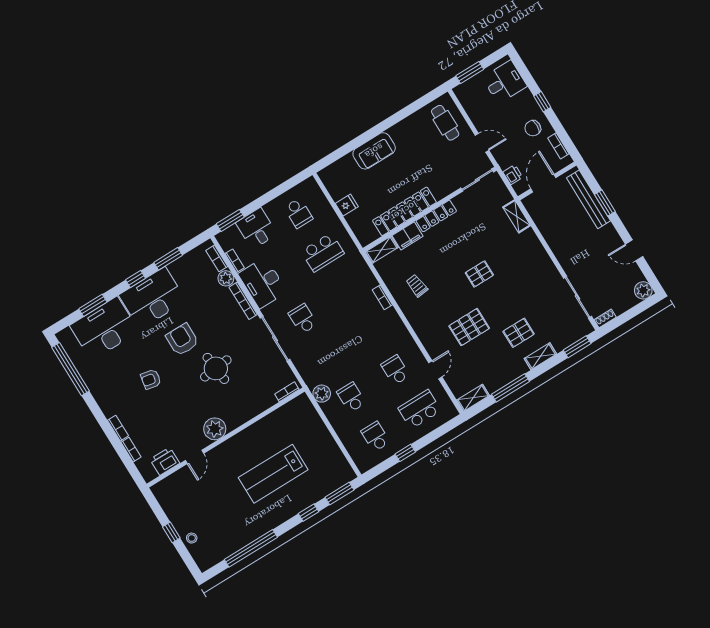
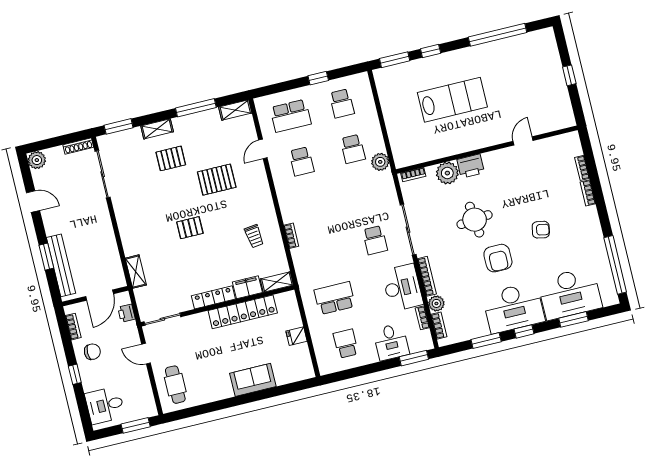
shoe rack: (605, 318) -> (78, 146), width x1.43
plant: (215, 429) -> (447, 173), moved
printer: (165, 461) -> (471, 166), moved
stool: (192, 538) -> (551, 63), removed

